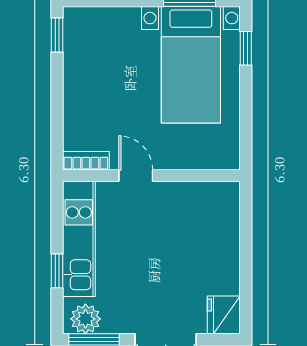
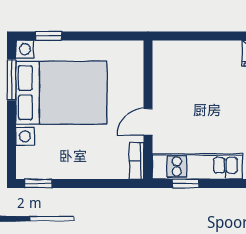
bed with nightstands: (191, 65) -> (61, 93), width x1.36
window: (57, 271) -> (186, 183), moved

